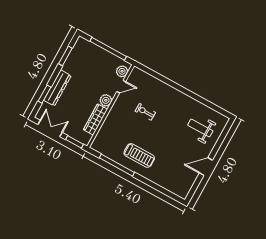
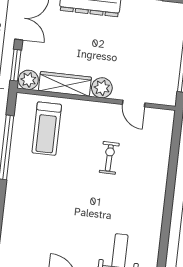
plant: (122, 71) -> (28, 80), moved
treadmill: (139, 155) -> (47, 129), moved

